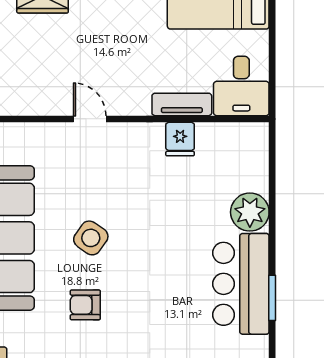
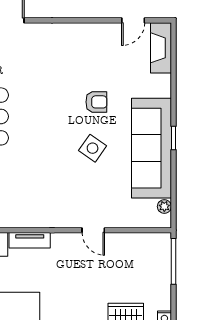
fridge: (180, 139) -> (31, 216), removed

